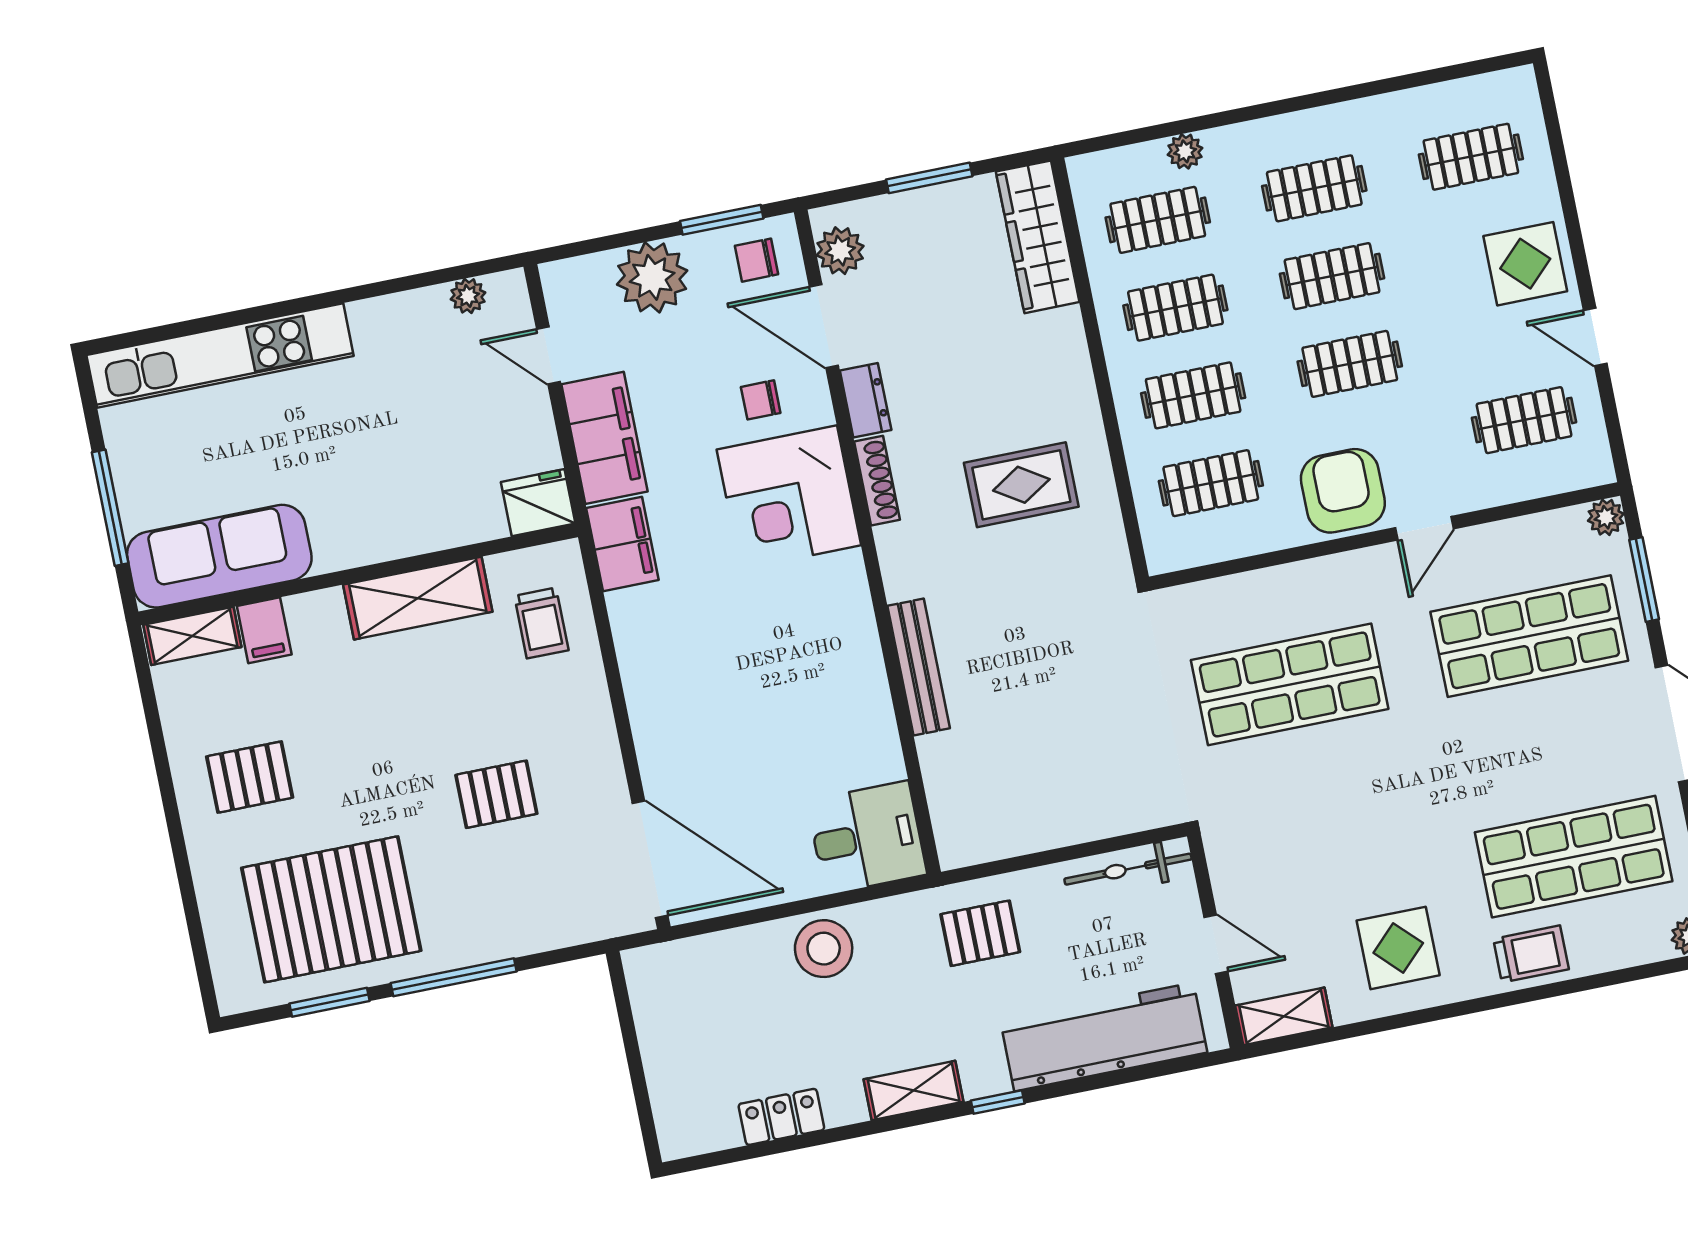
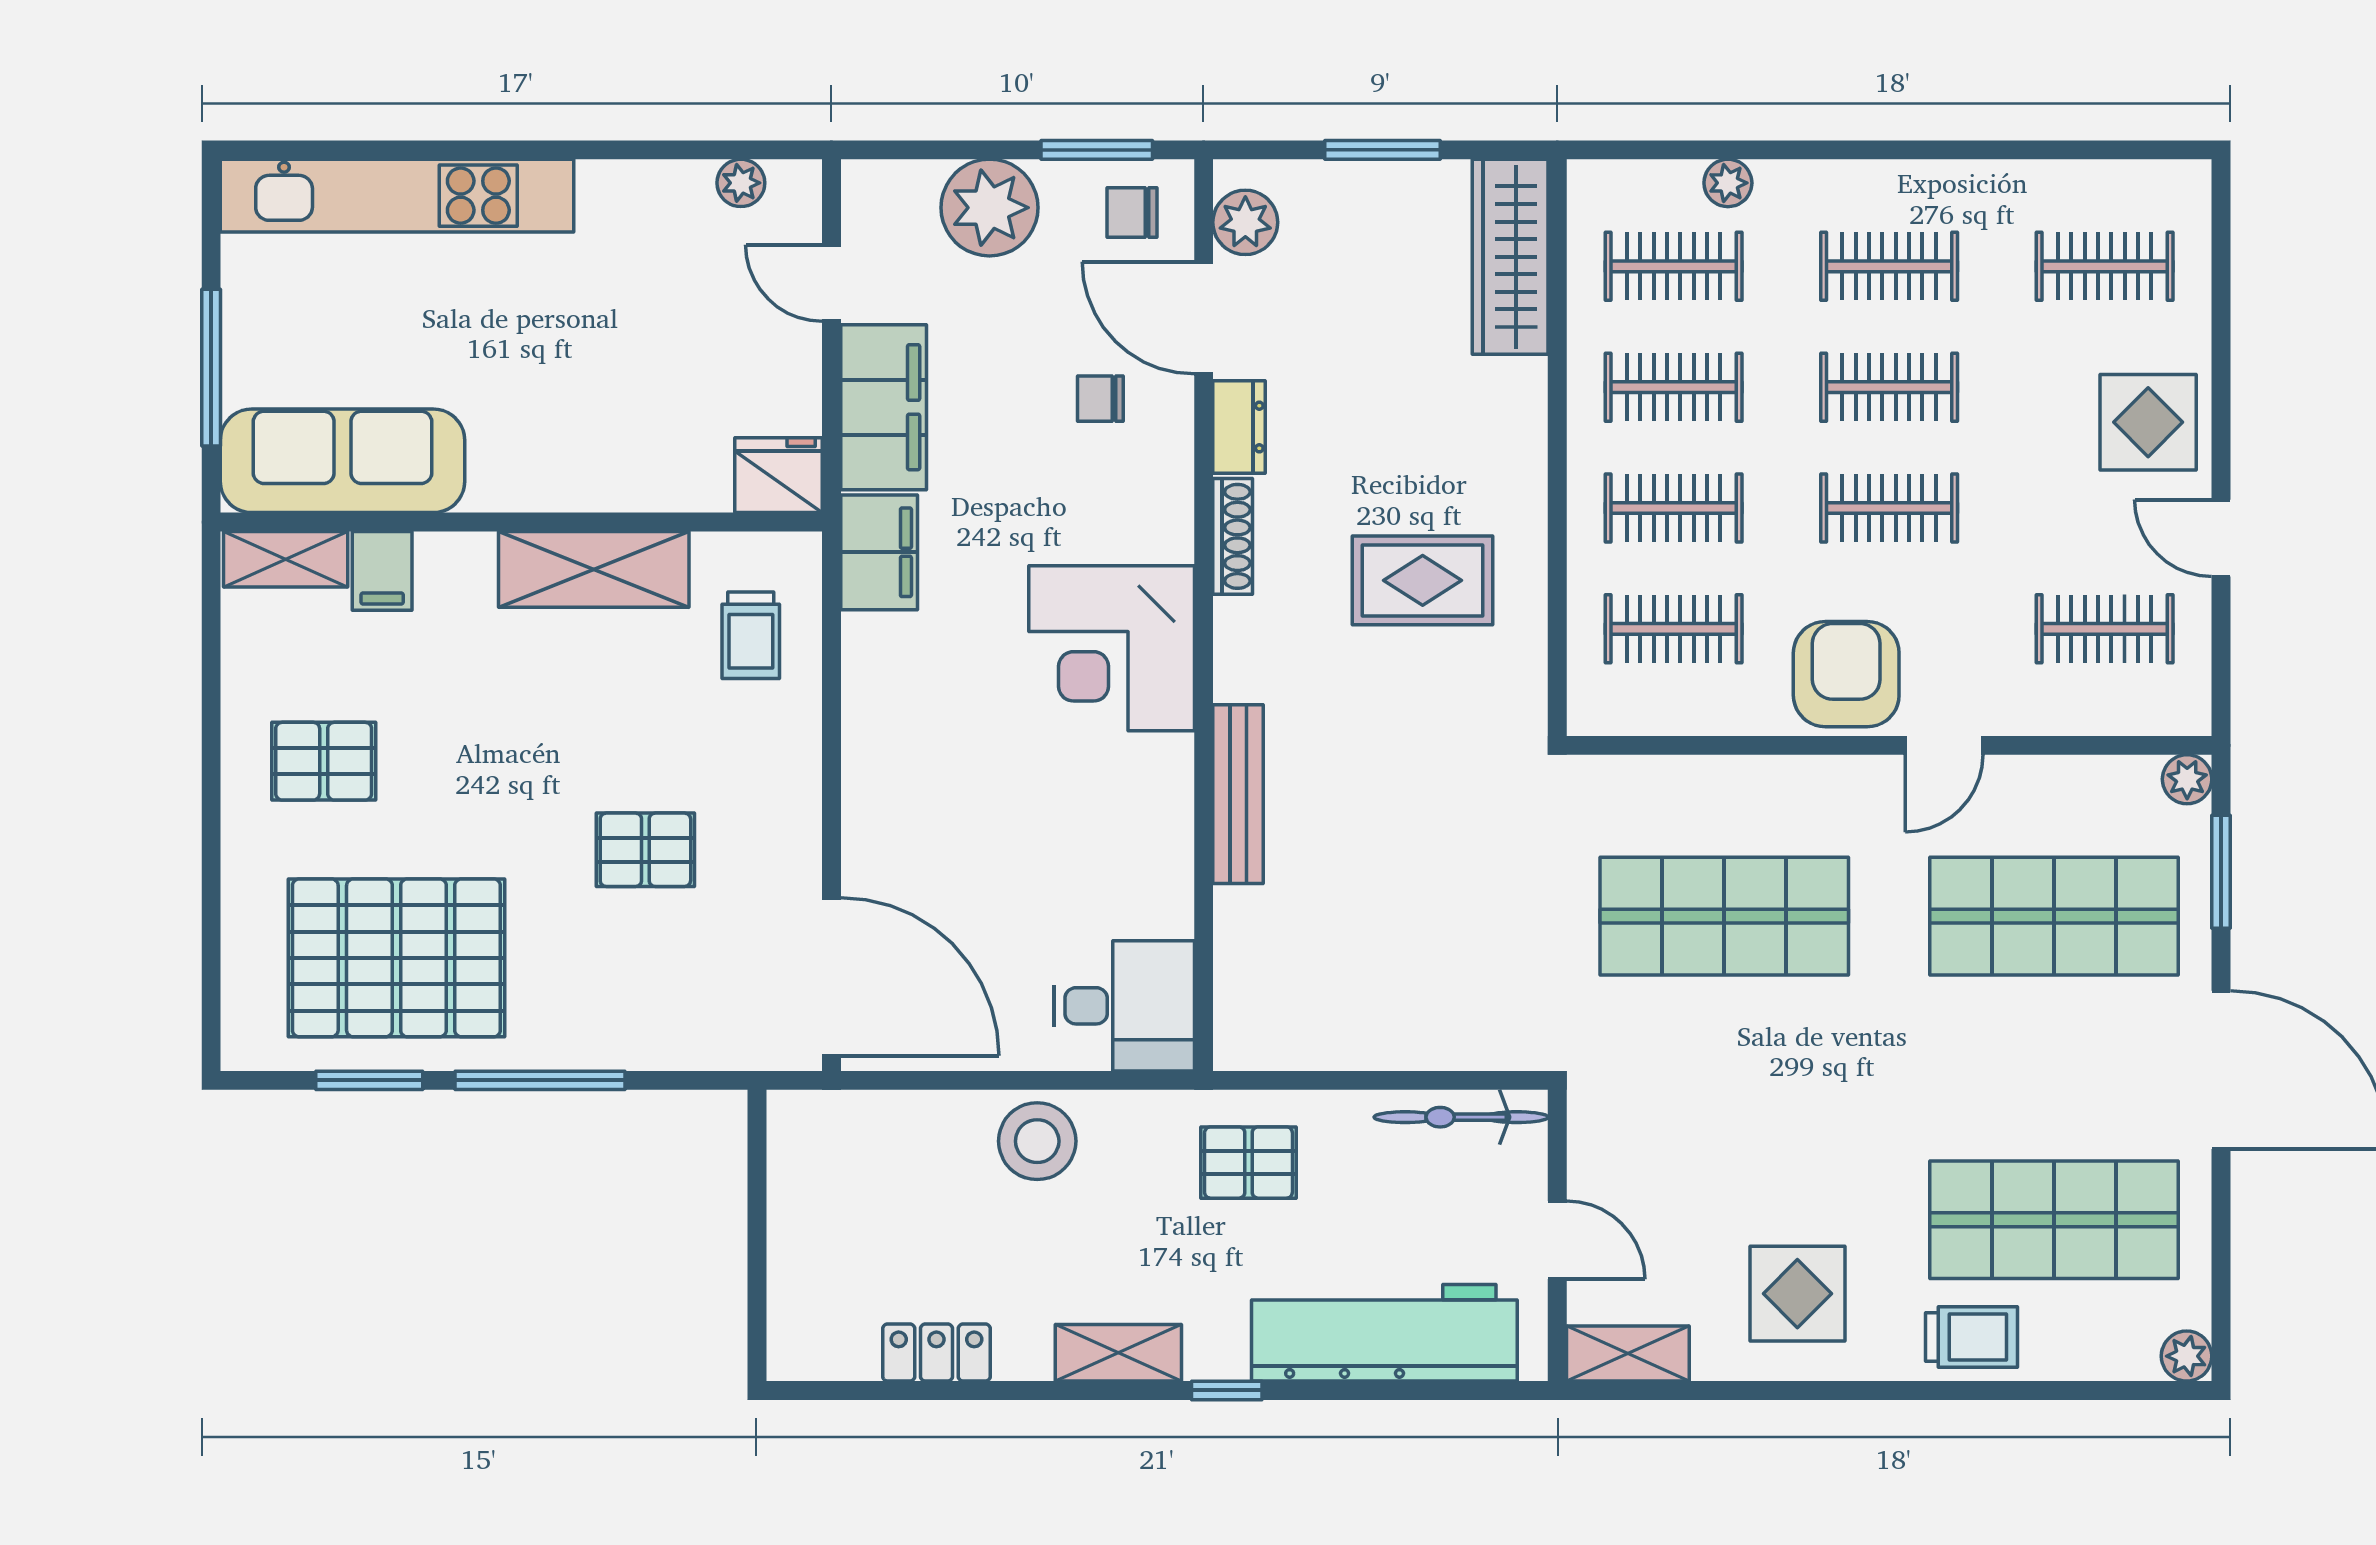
corner desk: (789, 497) -> (1112, 648), moved

